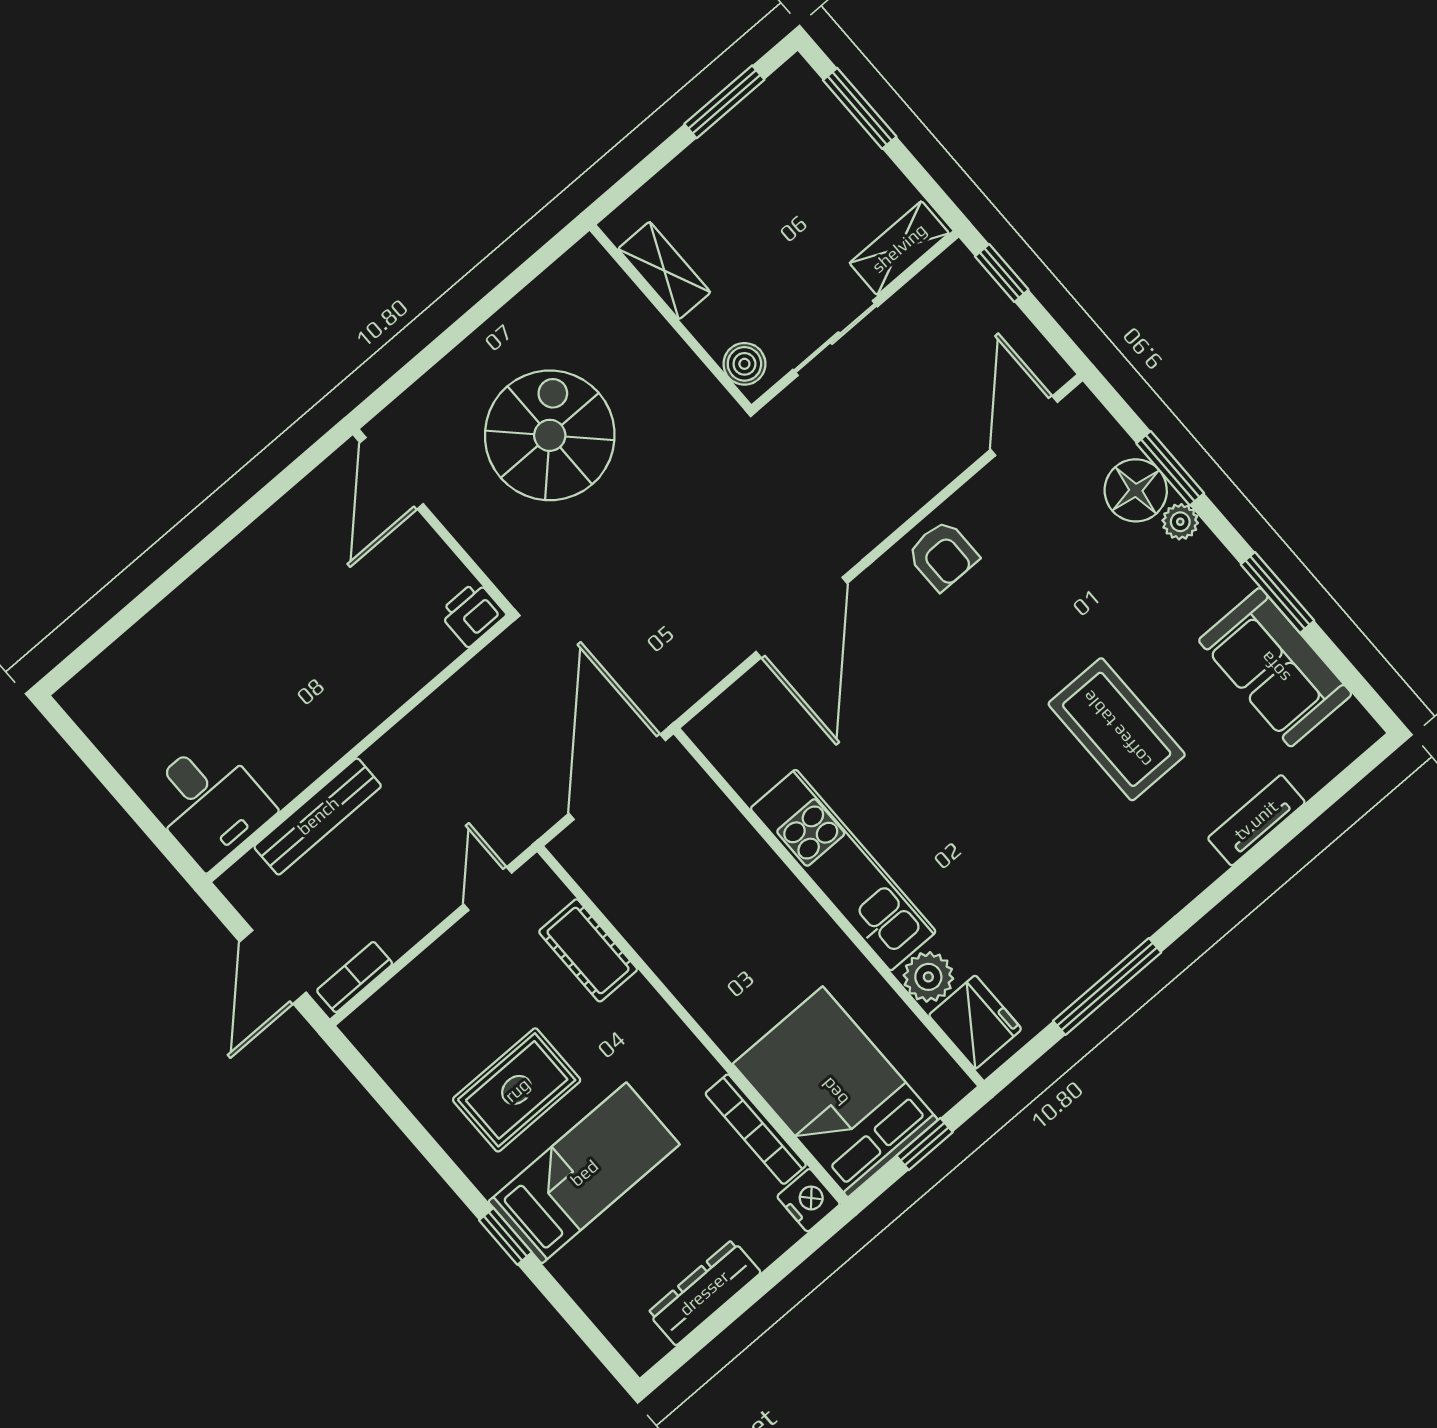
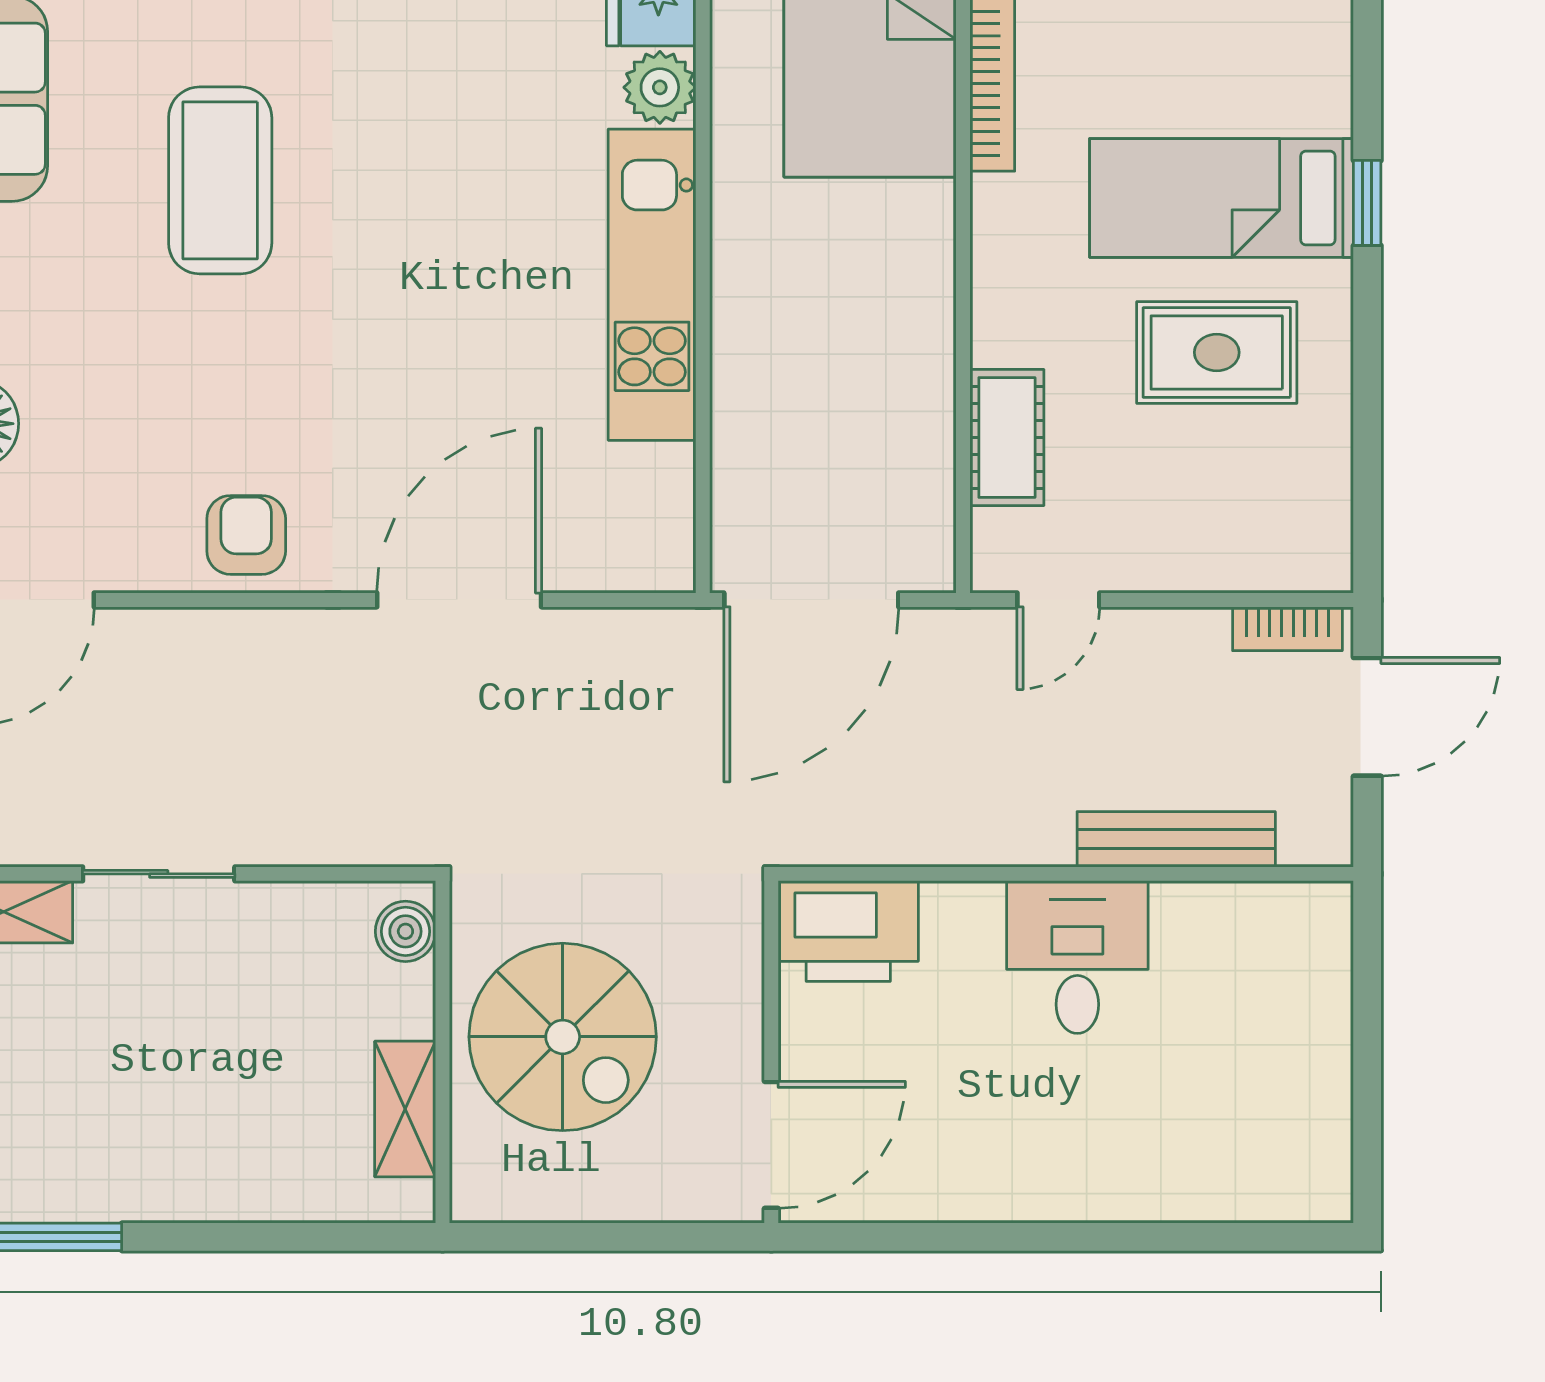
shelving: (664, 271) -> (405, 1109), moved
wall: (670, 317) -> (443, 1052), moved
boiler: (744, 364) -> (405, 931), moved
spiral stairs: (550, 435) -> (563, 1037), turned -90
printer: (472, 614) -> (848, 931), width x1.87, depth x1.48
desk: (209, 803) -> (1077, 957), moved

